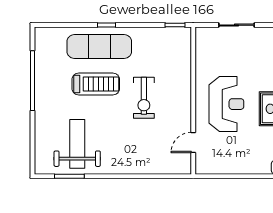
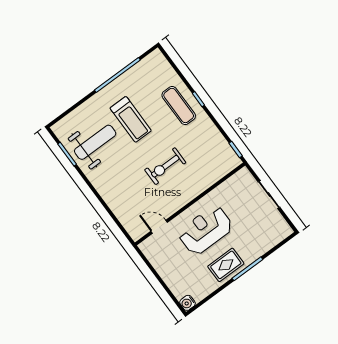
exercise mat: (99, 47) -> (179, 106), width x0.73, depth x0.69
treadmill: (96, 84) -> (131, 119), moved
reception desk: (226, 104) -> (206, 230), turned 180

